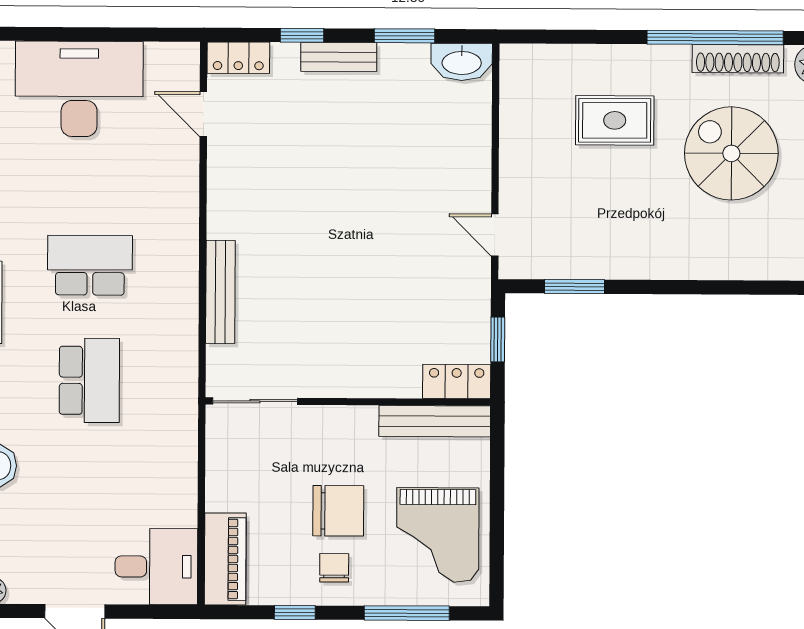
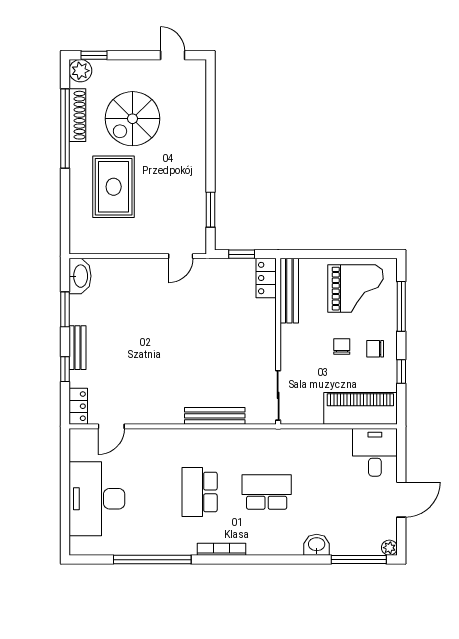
rug: (615, 120) -> (114, 187), width x1.36, depth x1.43
chair: (338, 511) -> (342, 347), width x0.54, depth x0.54
piano: (225, 559) -> (360, 408), width x1.37, depth x1.33

